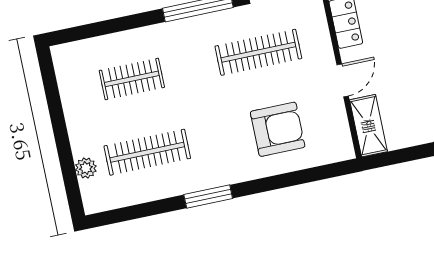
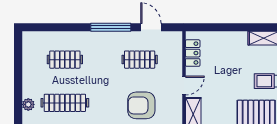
clothes rail: (258, 52) -> (140, 60), width x0.73
armchair: (278, 129) -> (141, 105), turned 180

